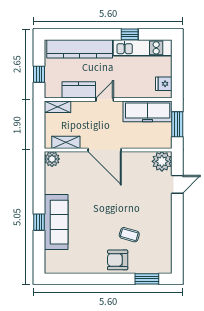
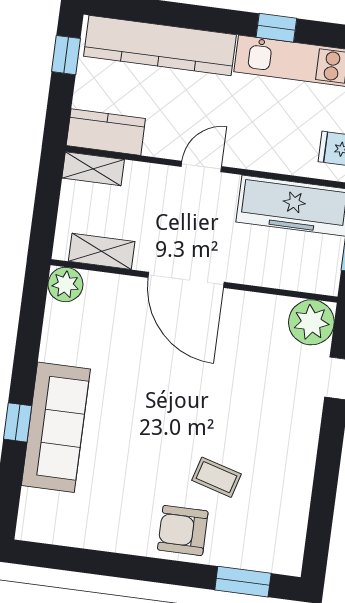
window: (39, 74) -> (66, 55), moved
kitchen counter: (79, 90) -> (106, 132), moved

